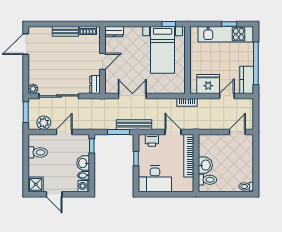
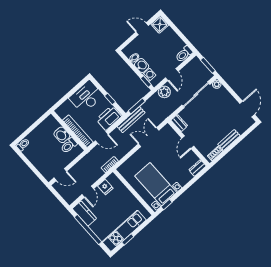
fridge: (208, 84) -> (105, 187), width x0.53, depth x0.75
double door: (132, 96) -> (149, 137), swing flipped
plant: (44, 123) -> (164, 92), moved
door: (237, 132) -> (60, 175), hinge flipped
printer: (152, 140) -> (109, 118), width x1.87, depth x1.48
toilet: (38, 152) -> (184, 54), moved
toilet: (207, 180) -> (69, 145), moved
washing machine: (84, 186) -> (149, 75), moved

